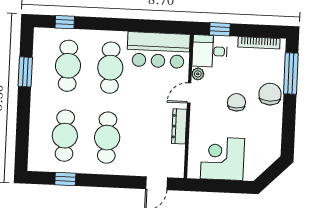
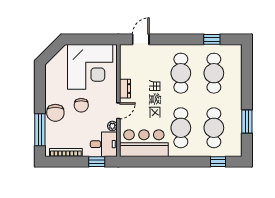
dresser: (179, 126) -> (125, 89), width x0.70
corner desk: (222, 159) -> (90, 67), width x1.36, depth x1.36

